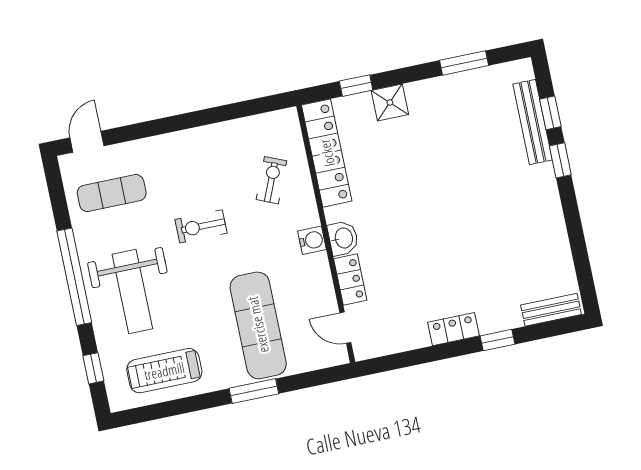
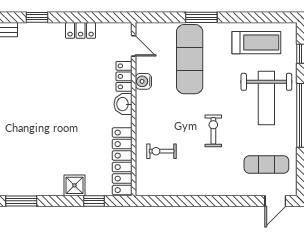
exercise bike: (271, 180) -> (162, 151), turned 67
exercise bike: (201, 226) -> (213, 131), turned -90
water cooler: (312, 240) -> (143, 81), moved
weight bench: (132, 292) -> (266, 98), turned 180
locker: (454, 329) -> (81, 30), moved

